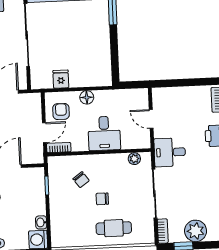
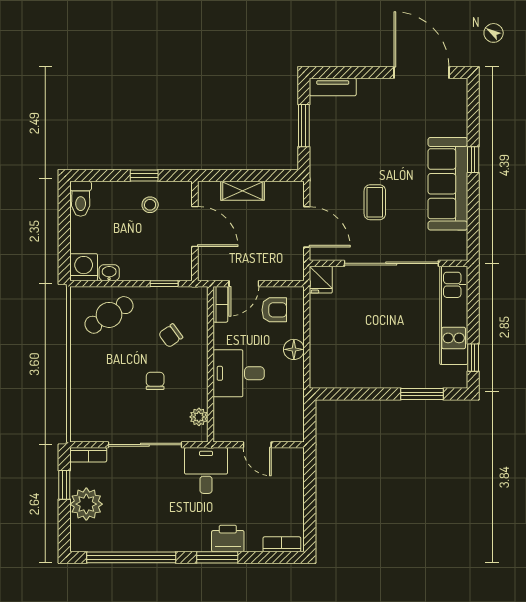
fridge: (61, 79) -> (321, 280), moved, turned 90
door: (151, 119) -> (257, 445), swing flipped
door: (44, 133) -> (244, 284), hinge flipped
chair: (102, 199) -> (155, 381), moved
cafe table: (114, 228) -> (109, 315), moved, turned 58

